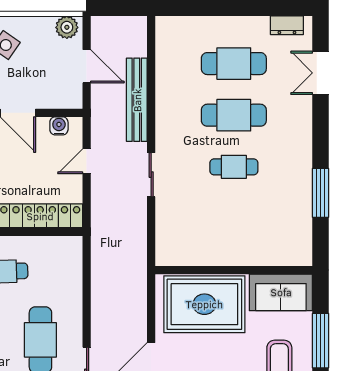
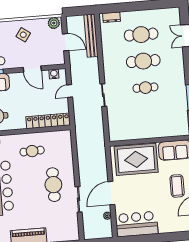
dresser: (287, 25) -> (111, 17), moved
bench: (137, 100) -> (91, 36), moved

